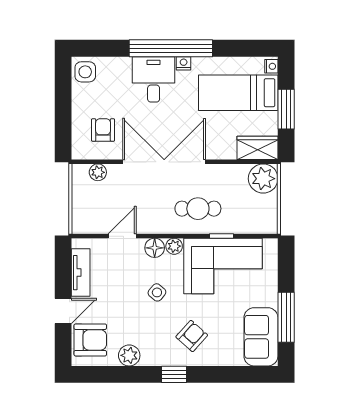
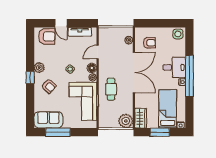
door: (122, 236) -> (98, 52), swing flipped
armchair: (90, 340) -> (47, 36), turned -90
plant: (129, 355) -> (39, 68), moved

